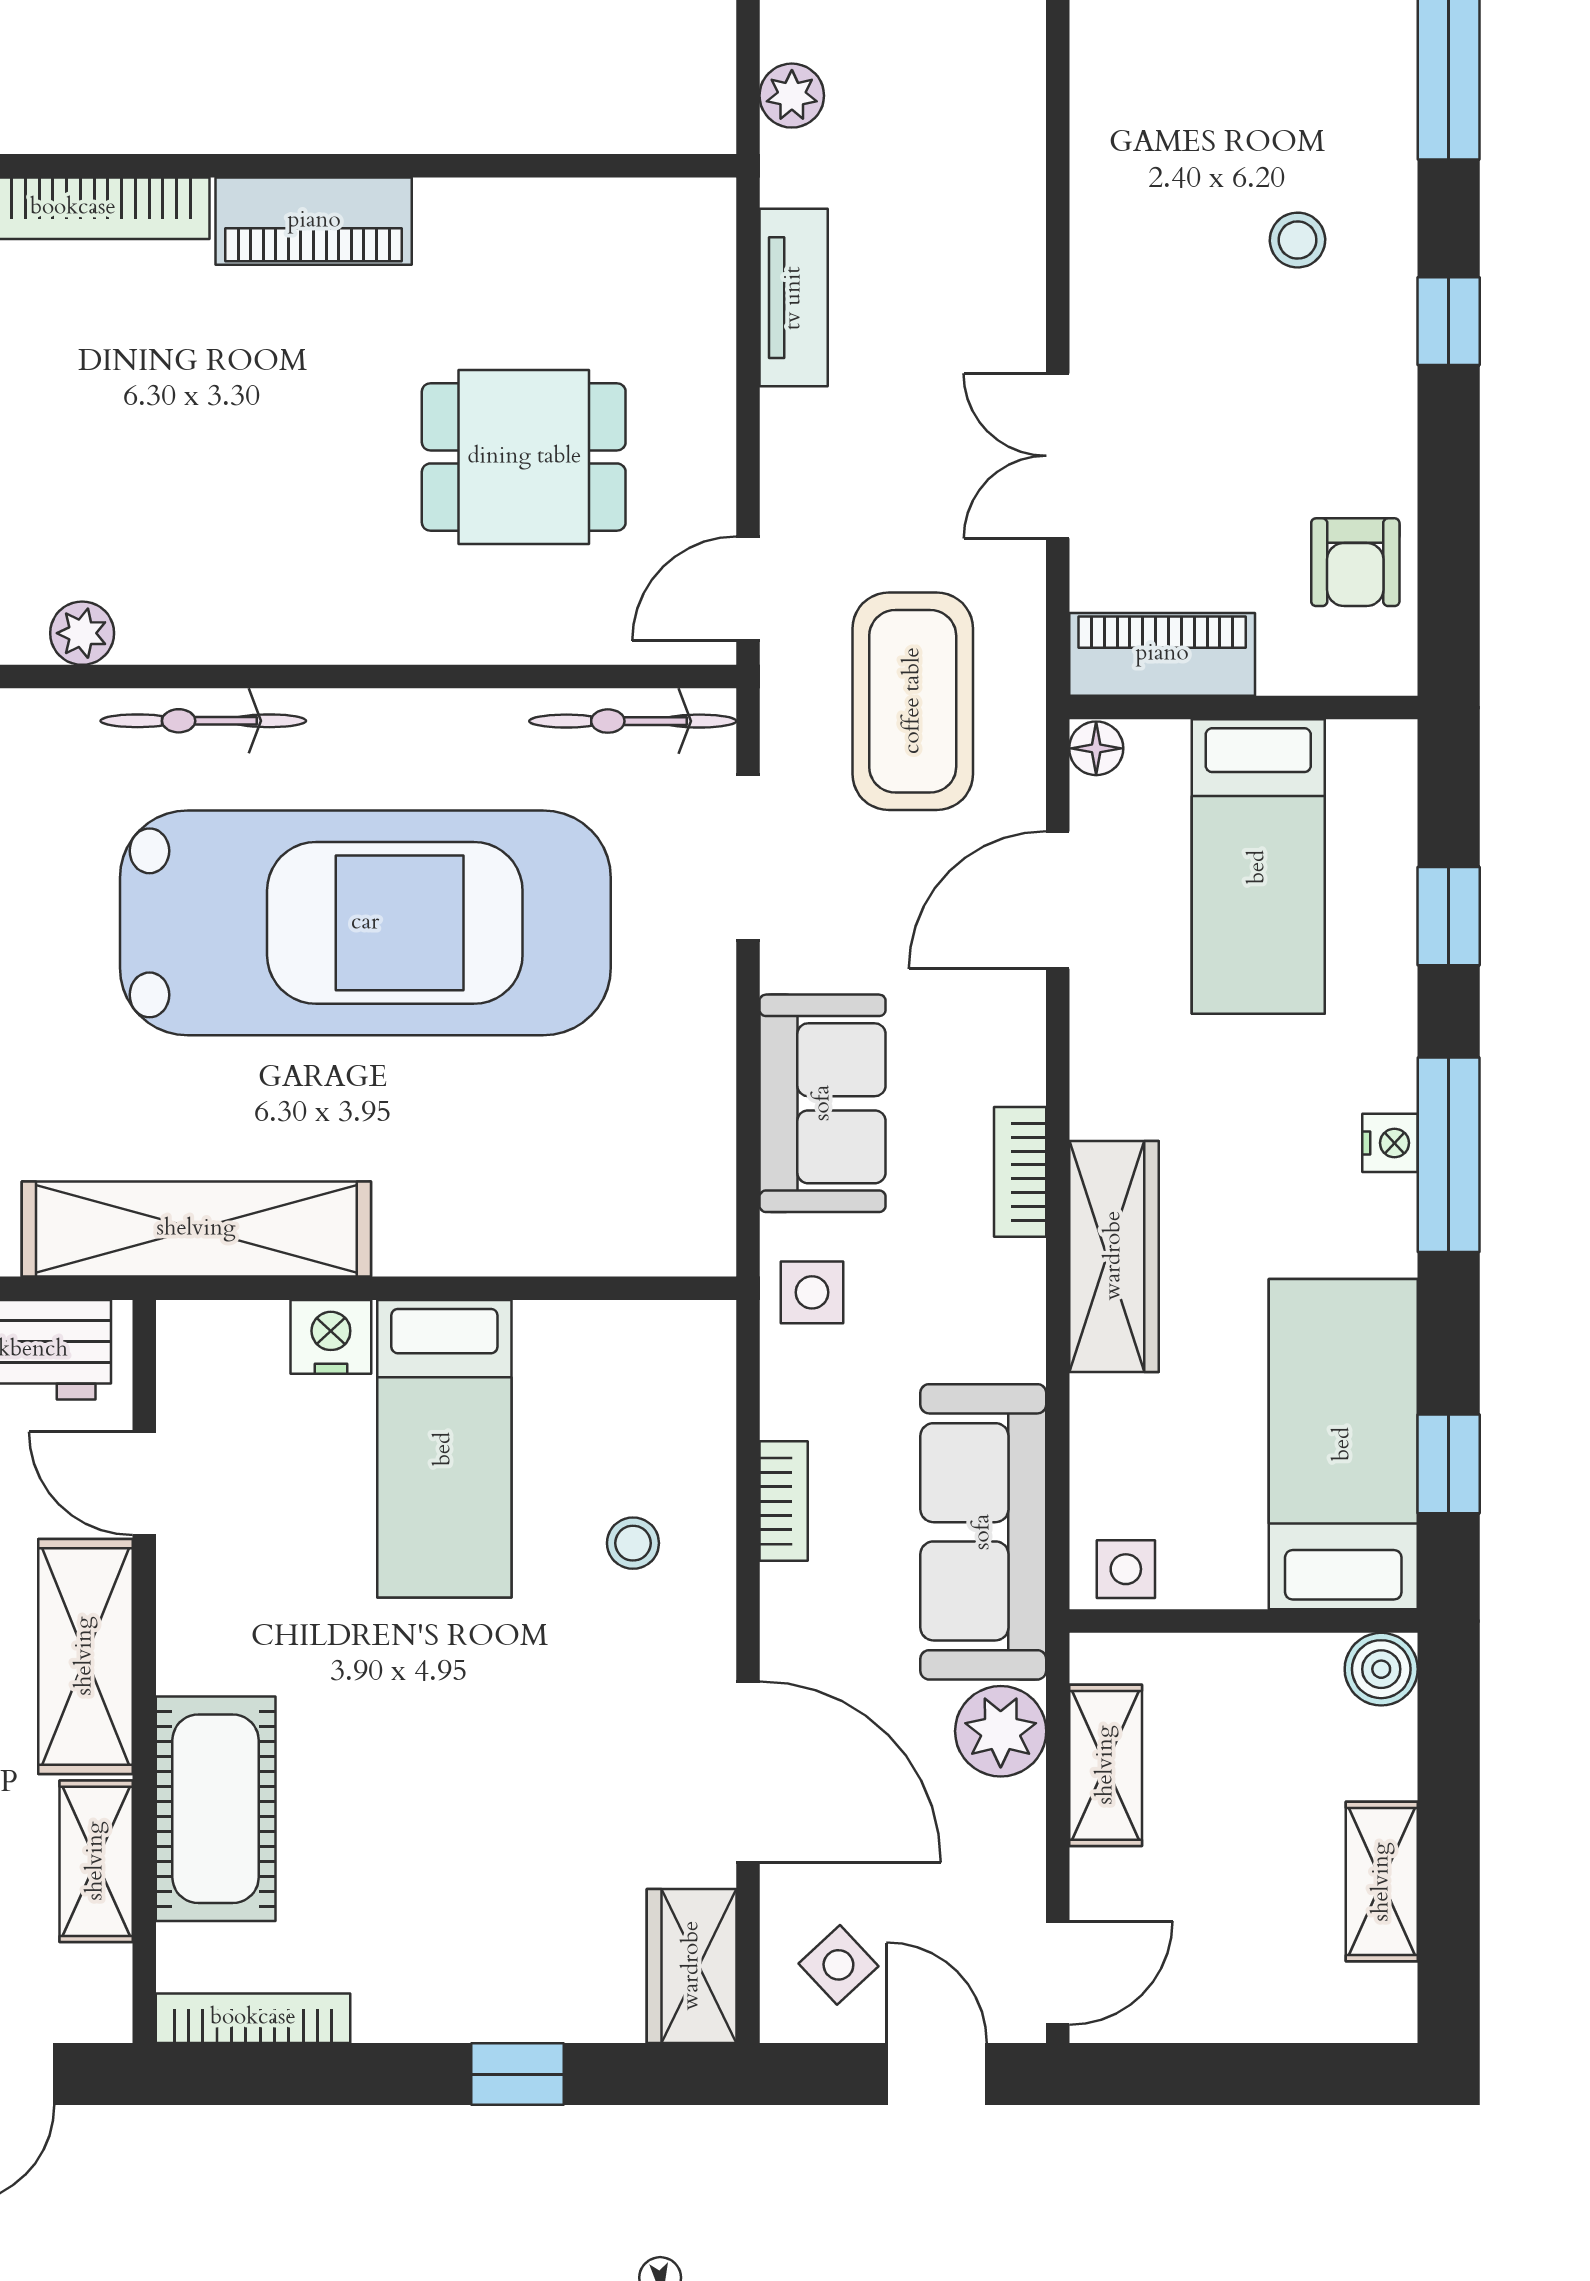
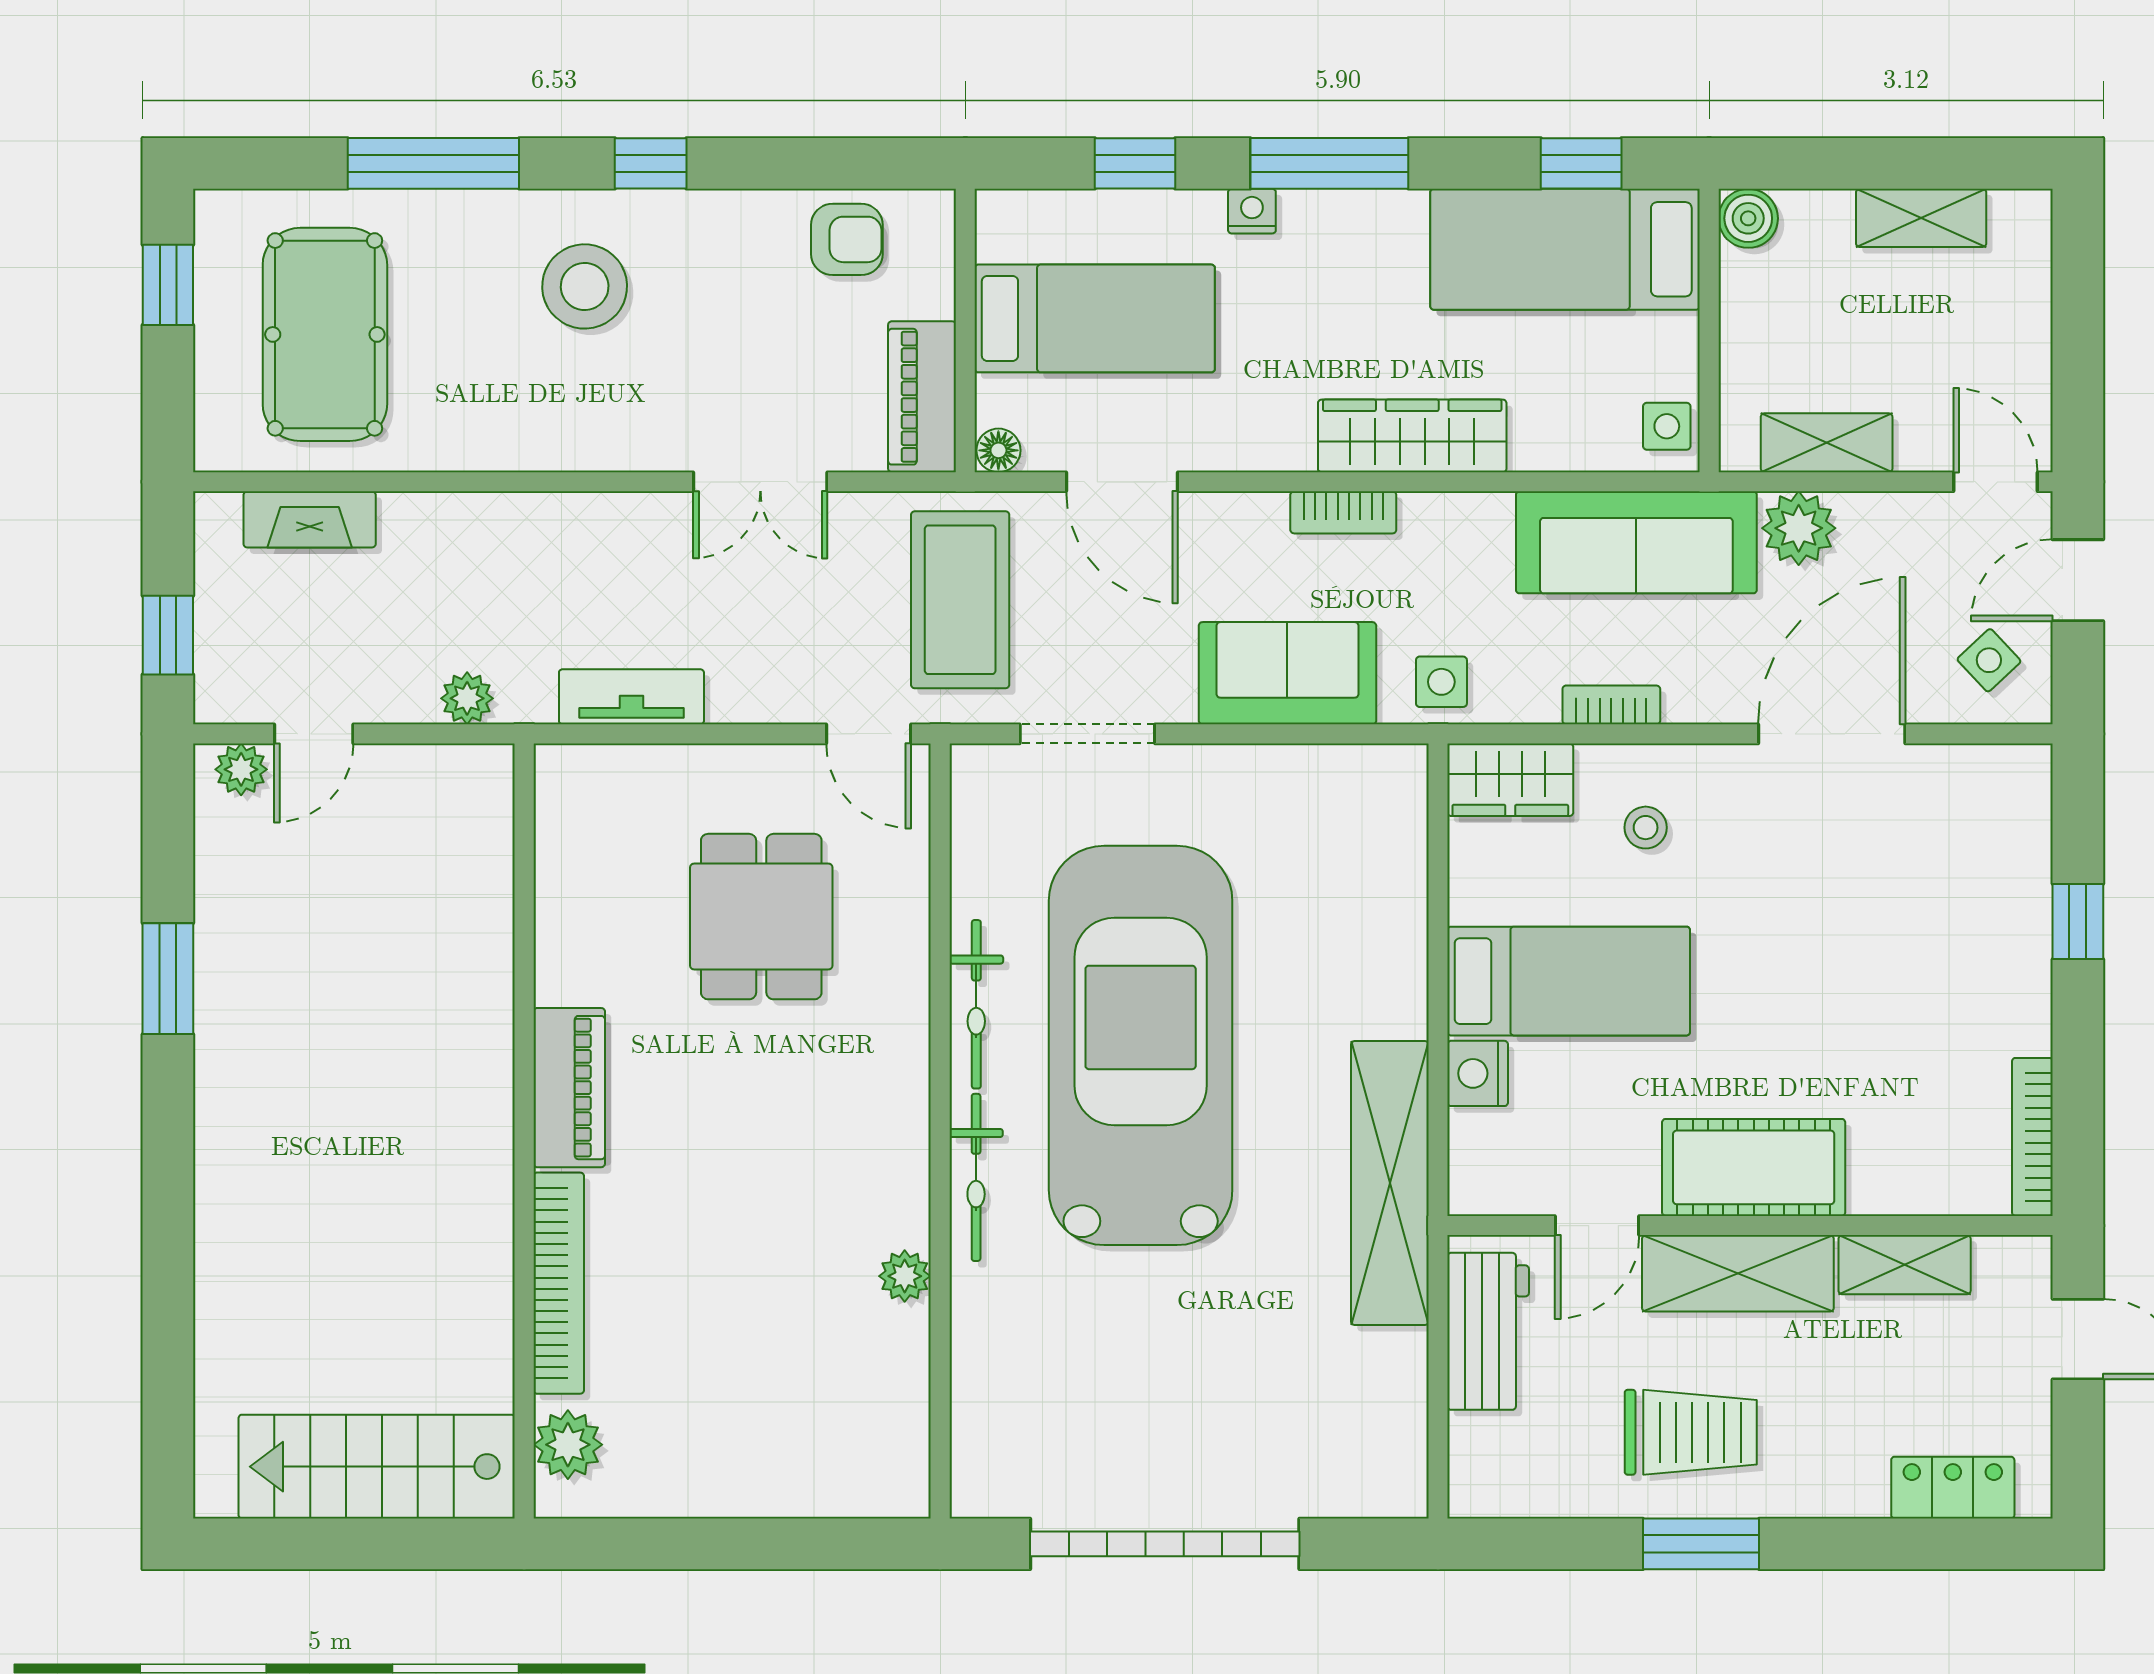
stool: (1298, 240) -> (585, 286), width x1.89, depth x1.89
coffee table: (913, 701) -> (960, 600), turned 90
bicycle: (633, 721) -> (976, 1004), moved
nightstand: (1390, 1143) -> (1252, 211), moved
cot: (216, 1809) -> (1754, 1167), moved
wardrobe: (692, 1966) -> (1510, 780), moved

